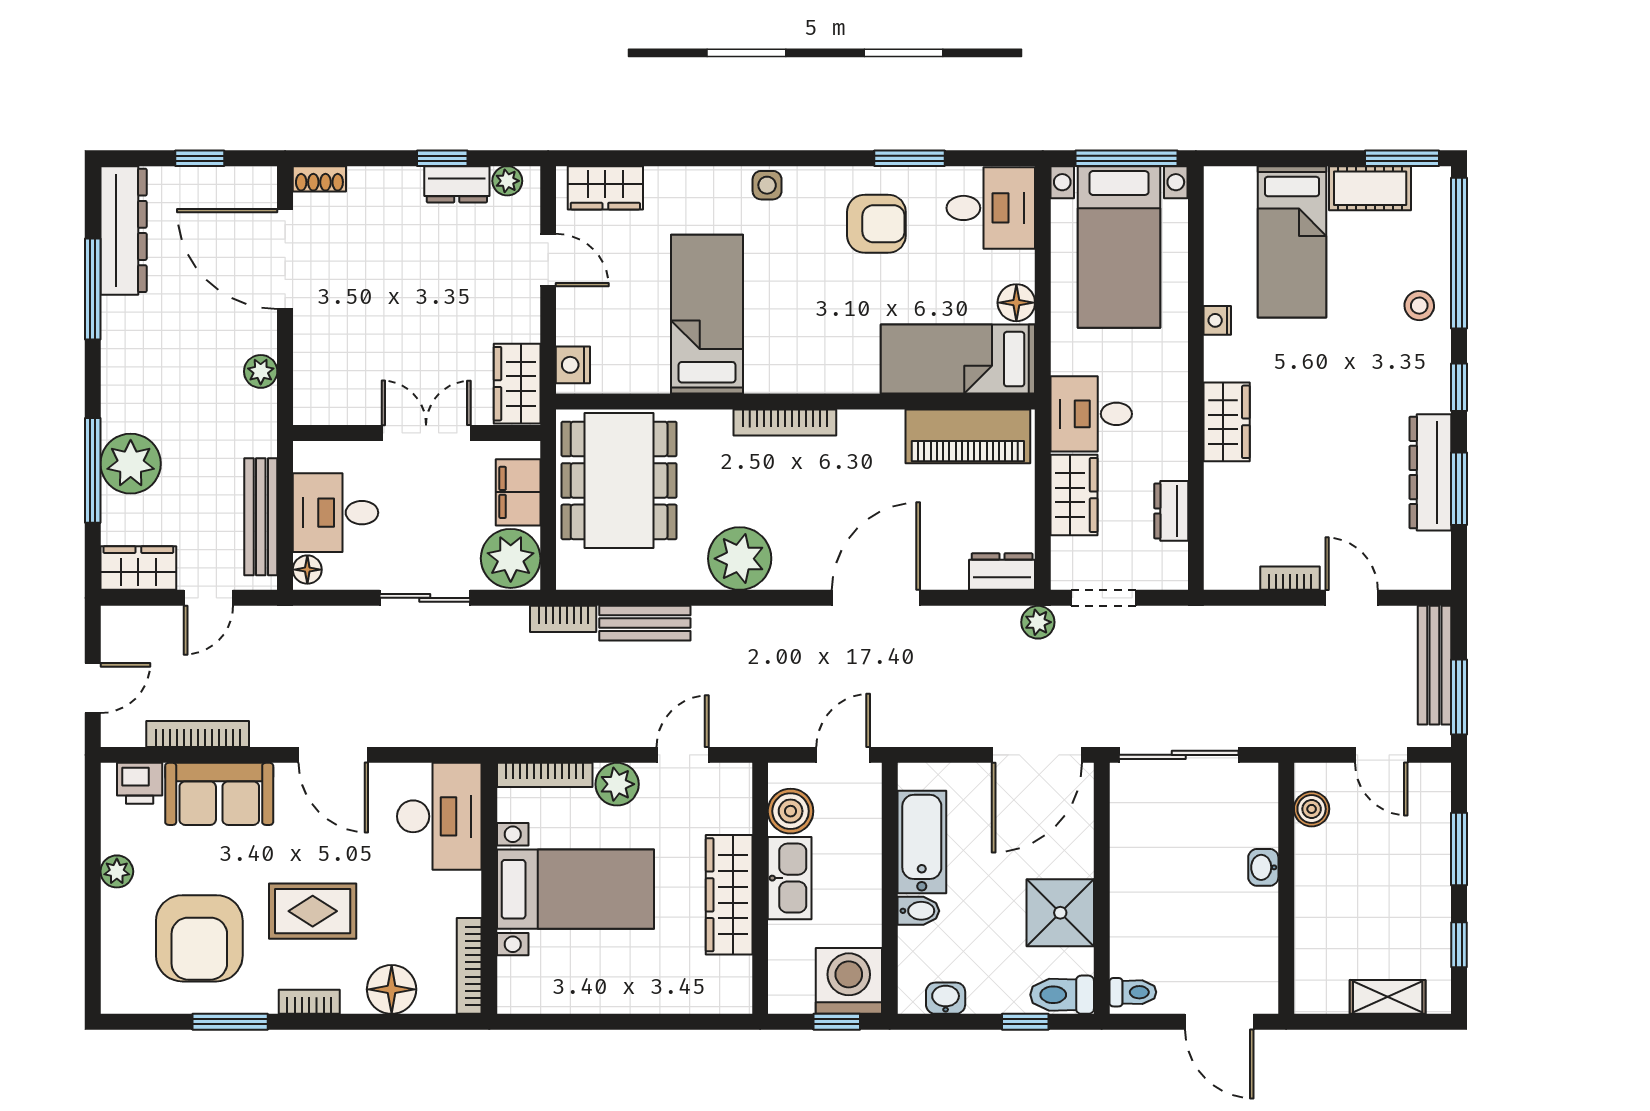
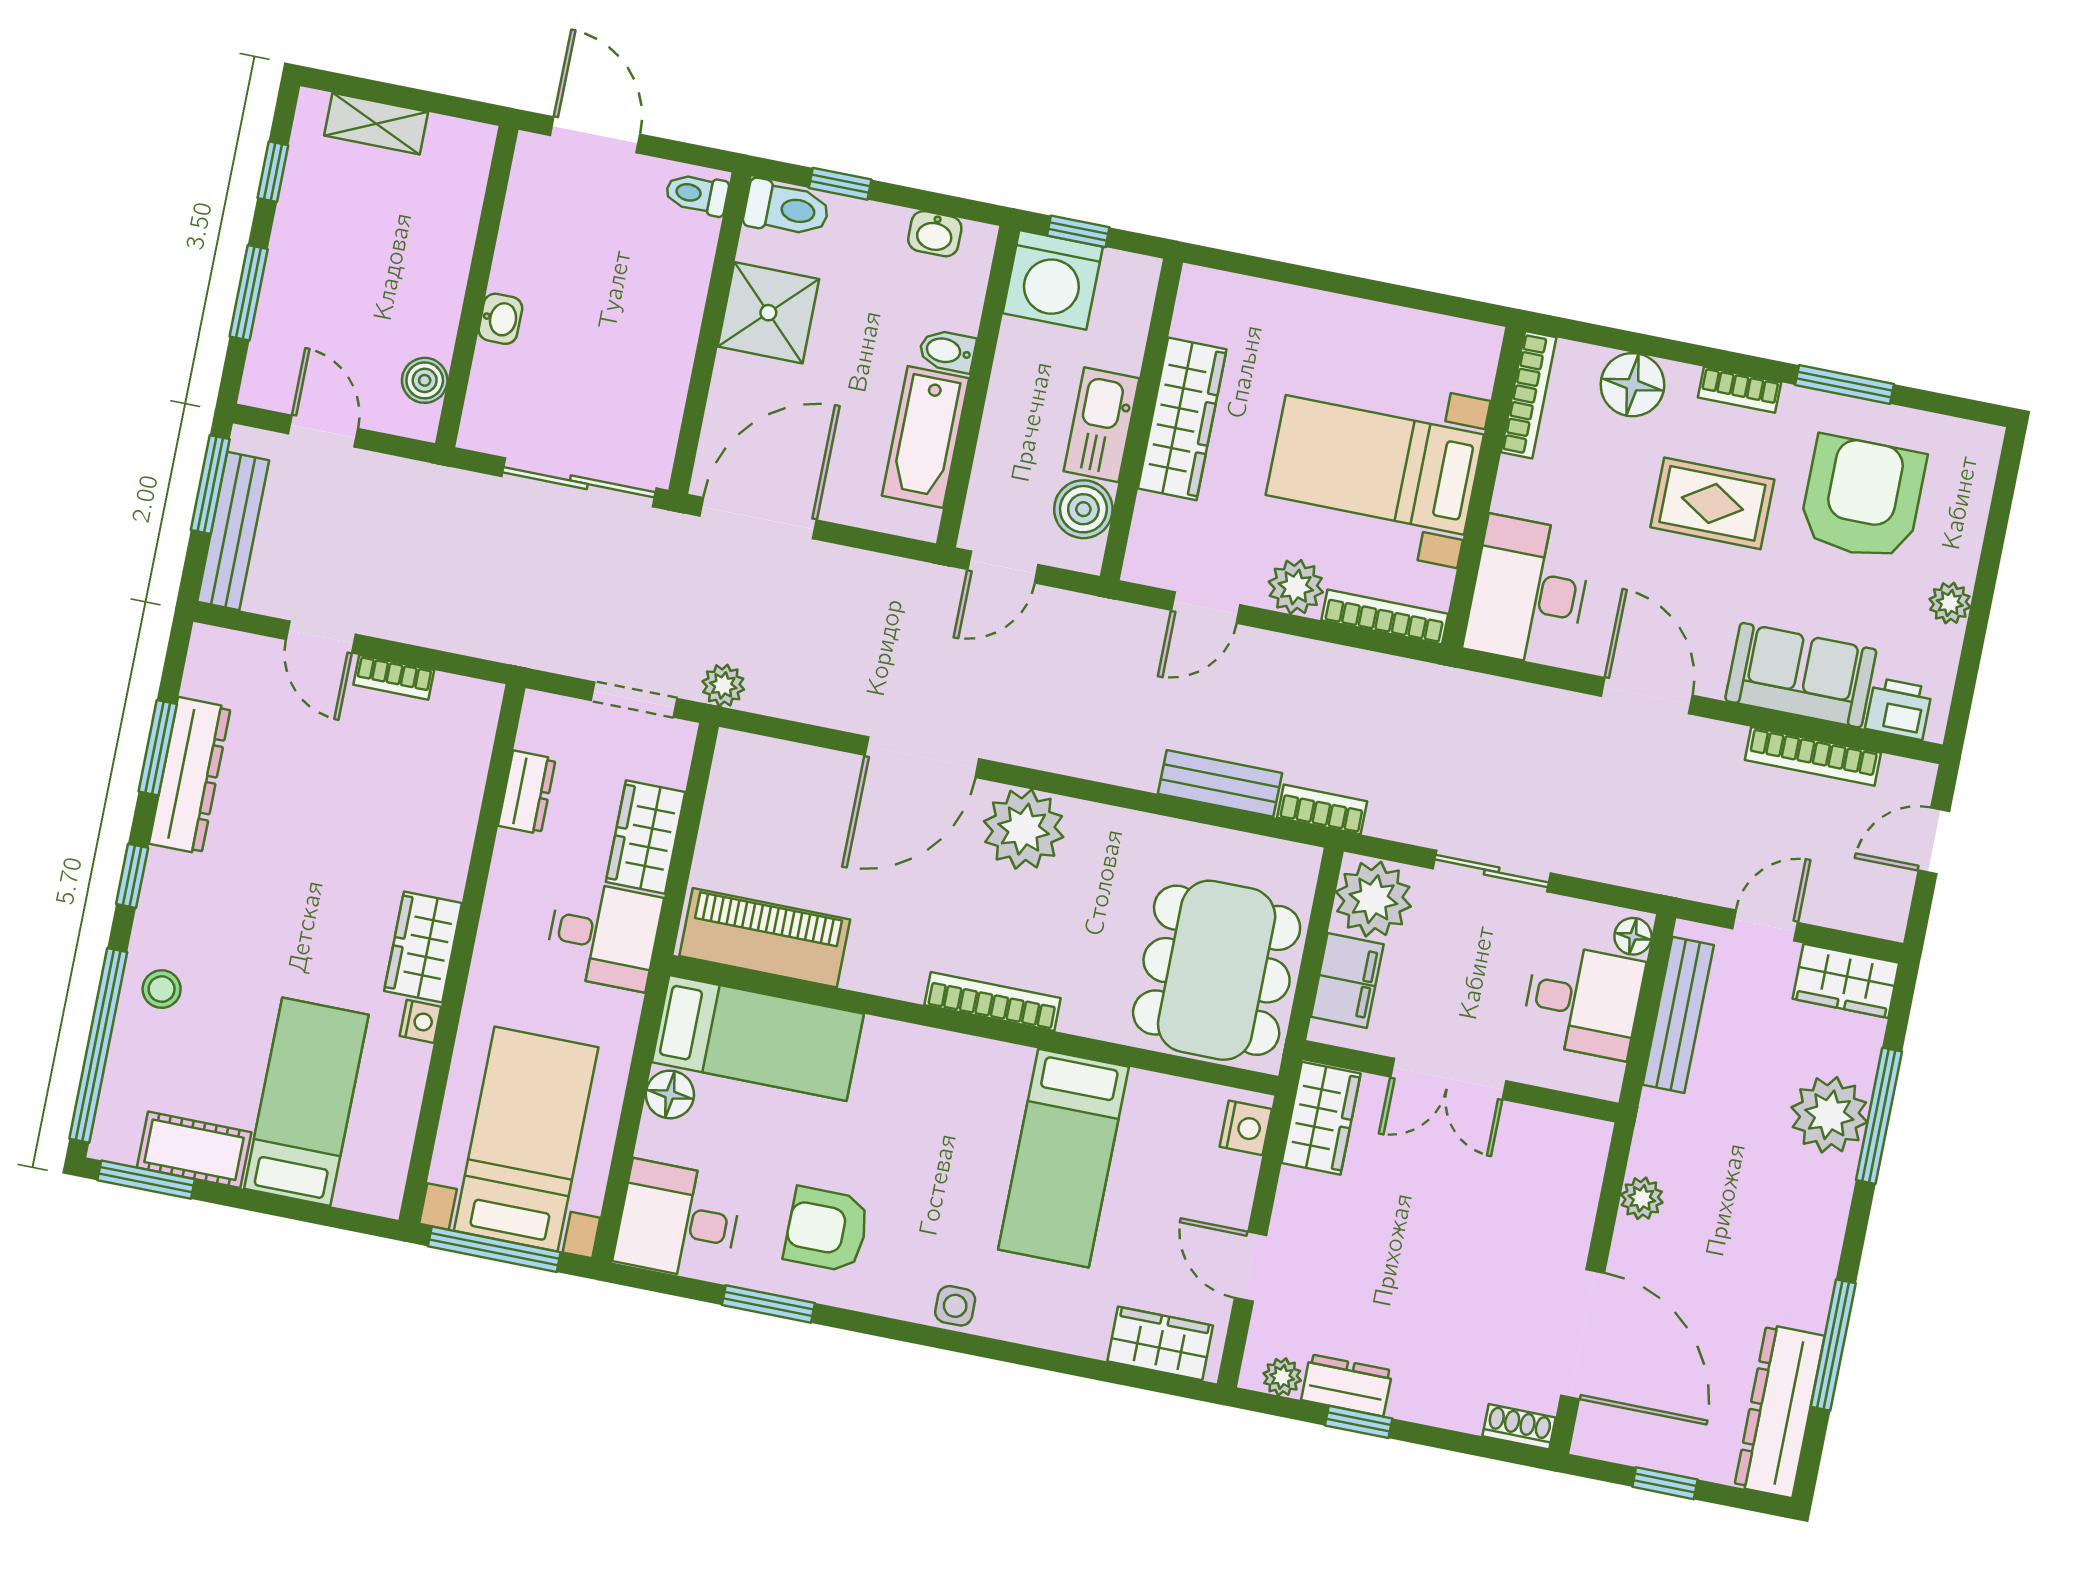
wardrobe: (1227, 422) -> (423, 947), moved
plant: (740, 559) -> (1024, 829), moved
dresser: (1002, 572) -> (756, 758), removed

